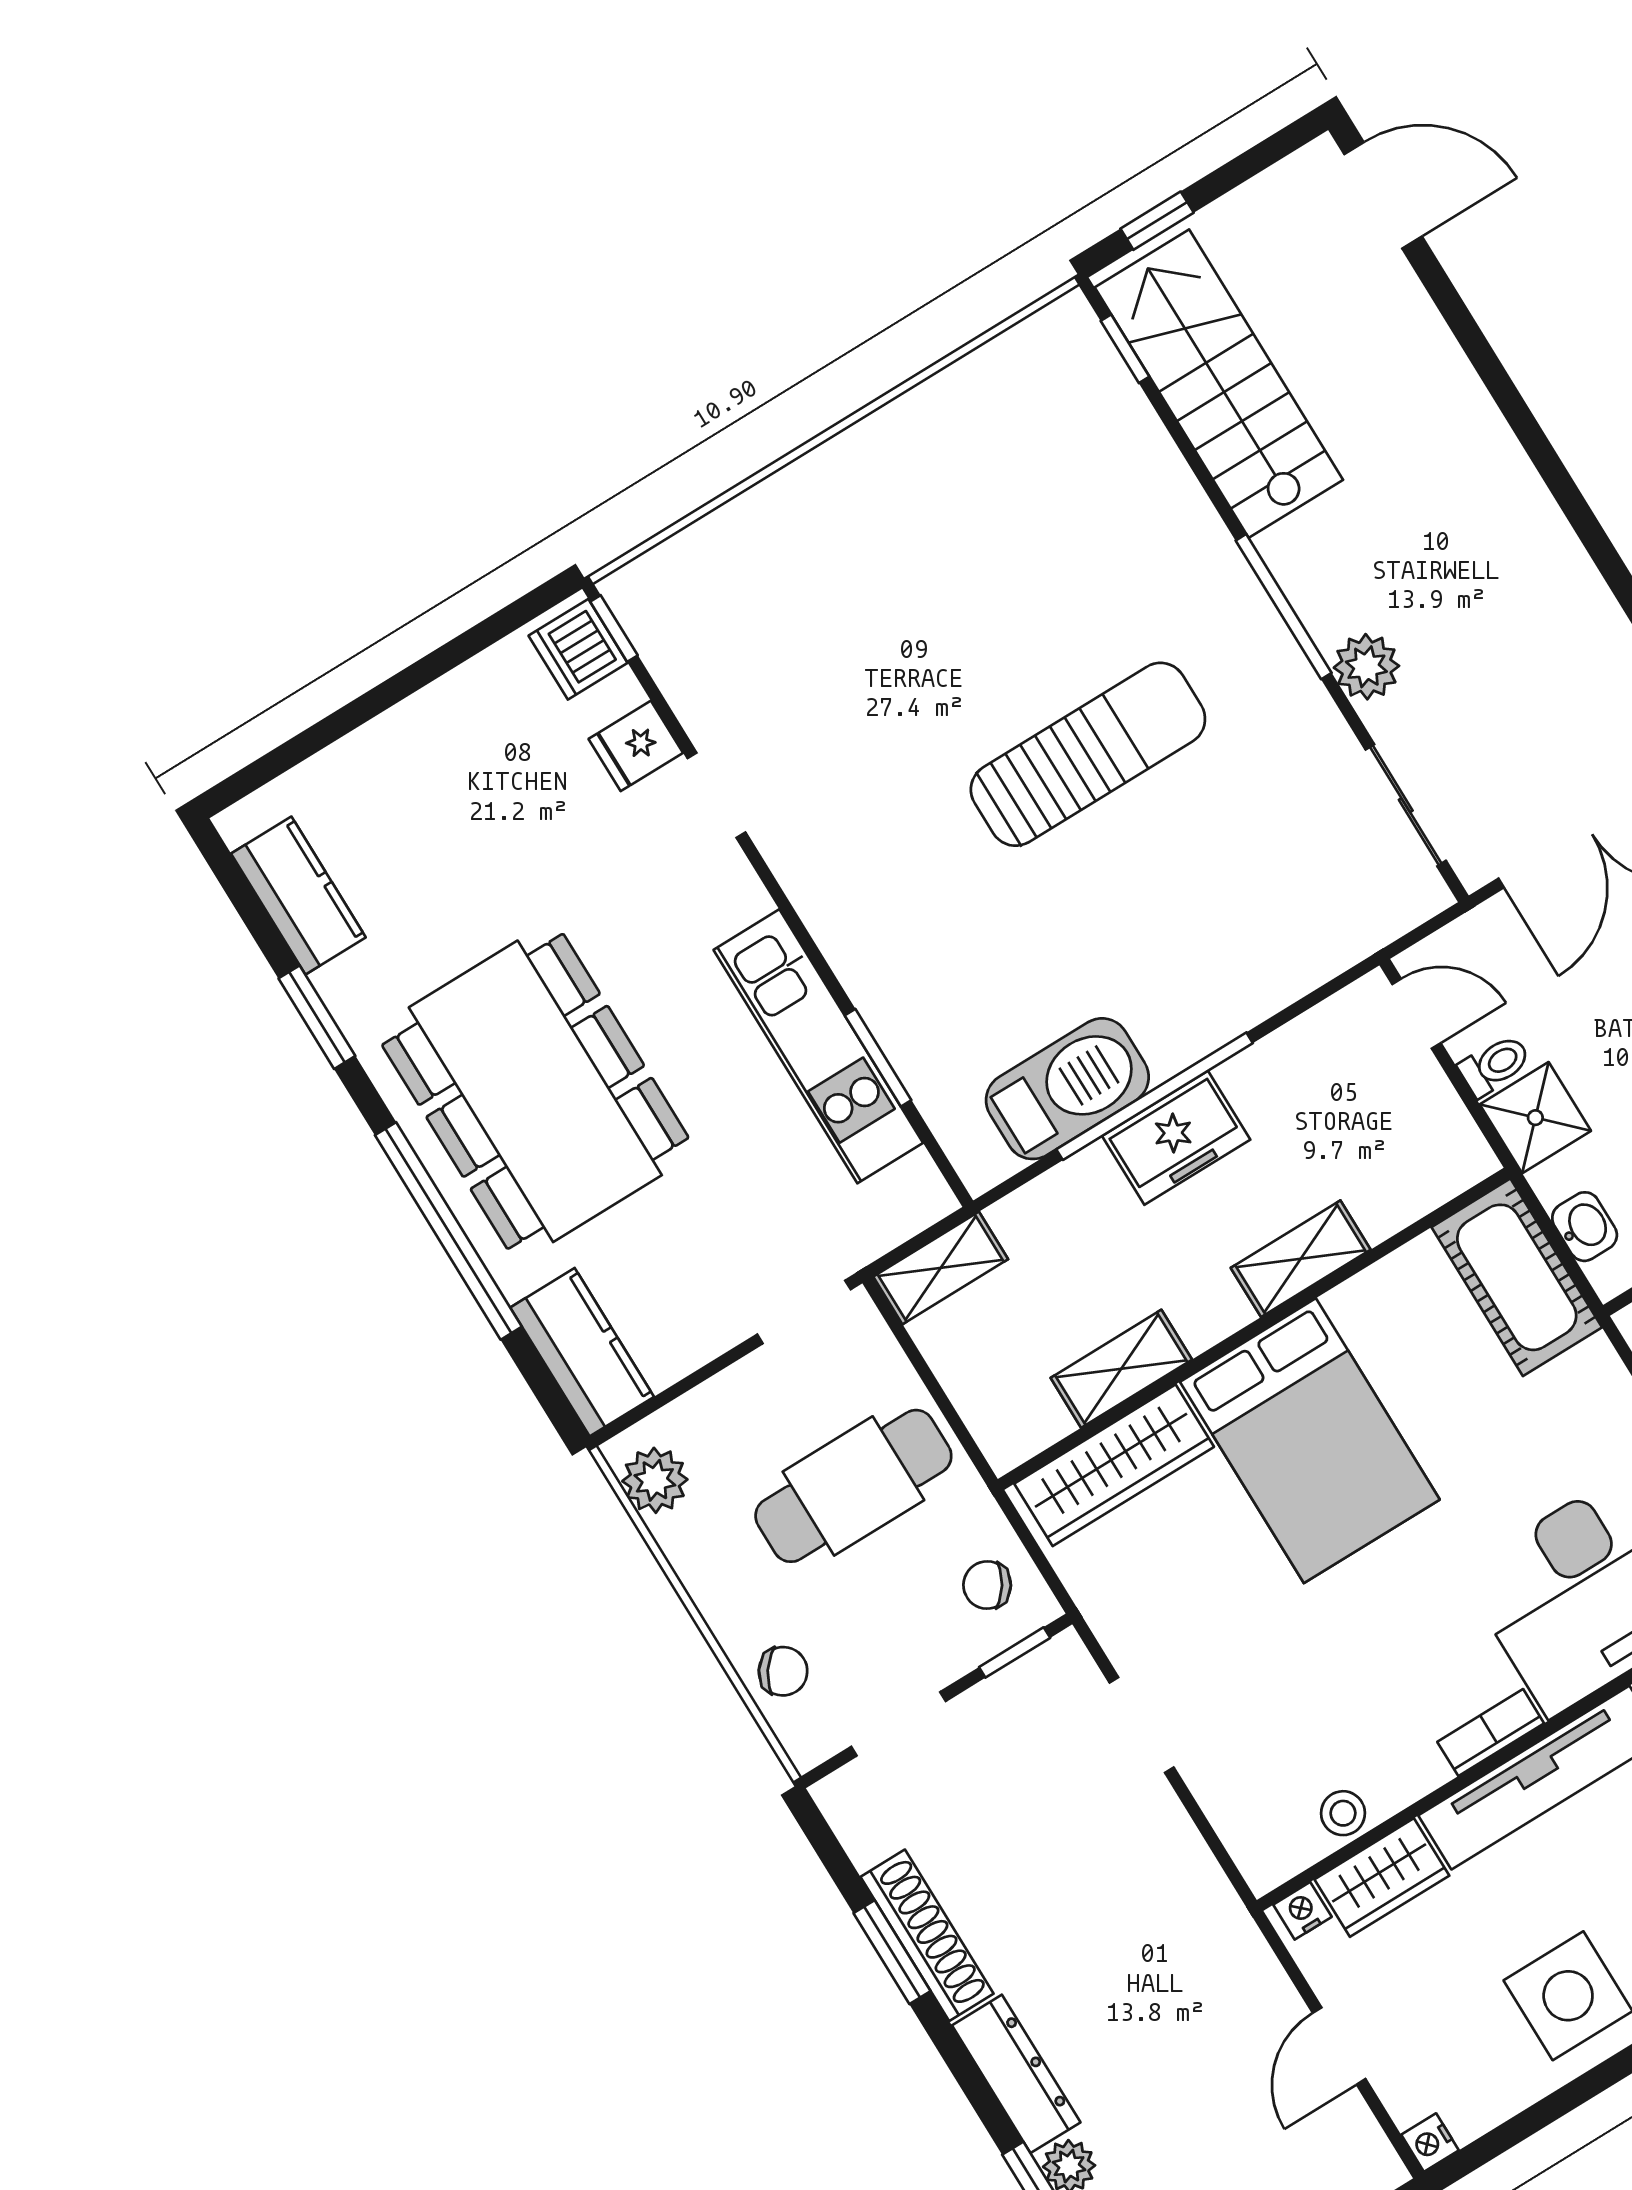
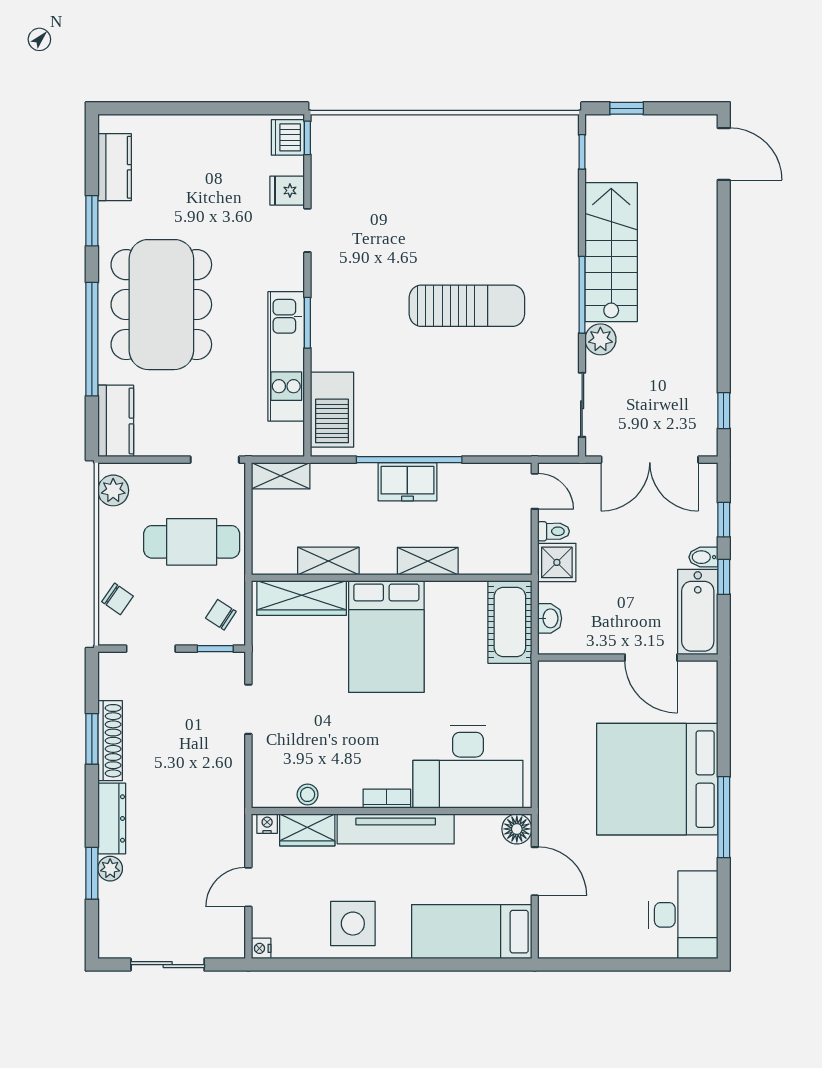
stairs: (1219, 384) -> (611, 252), moved
window: (878, 1058) -> (307, 323), moved
barbecue: (1067, 1089) -> (332, 410), moved, turned 90

